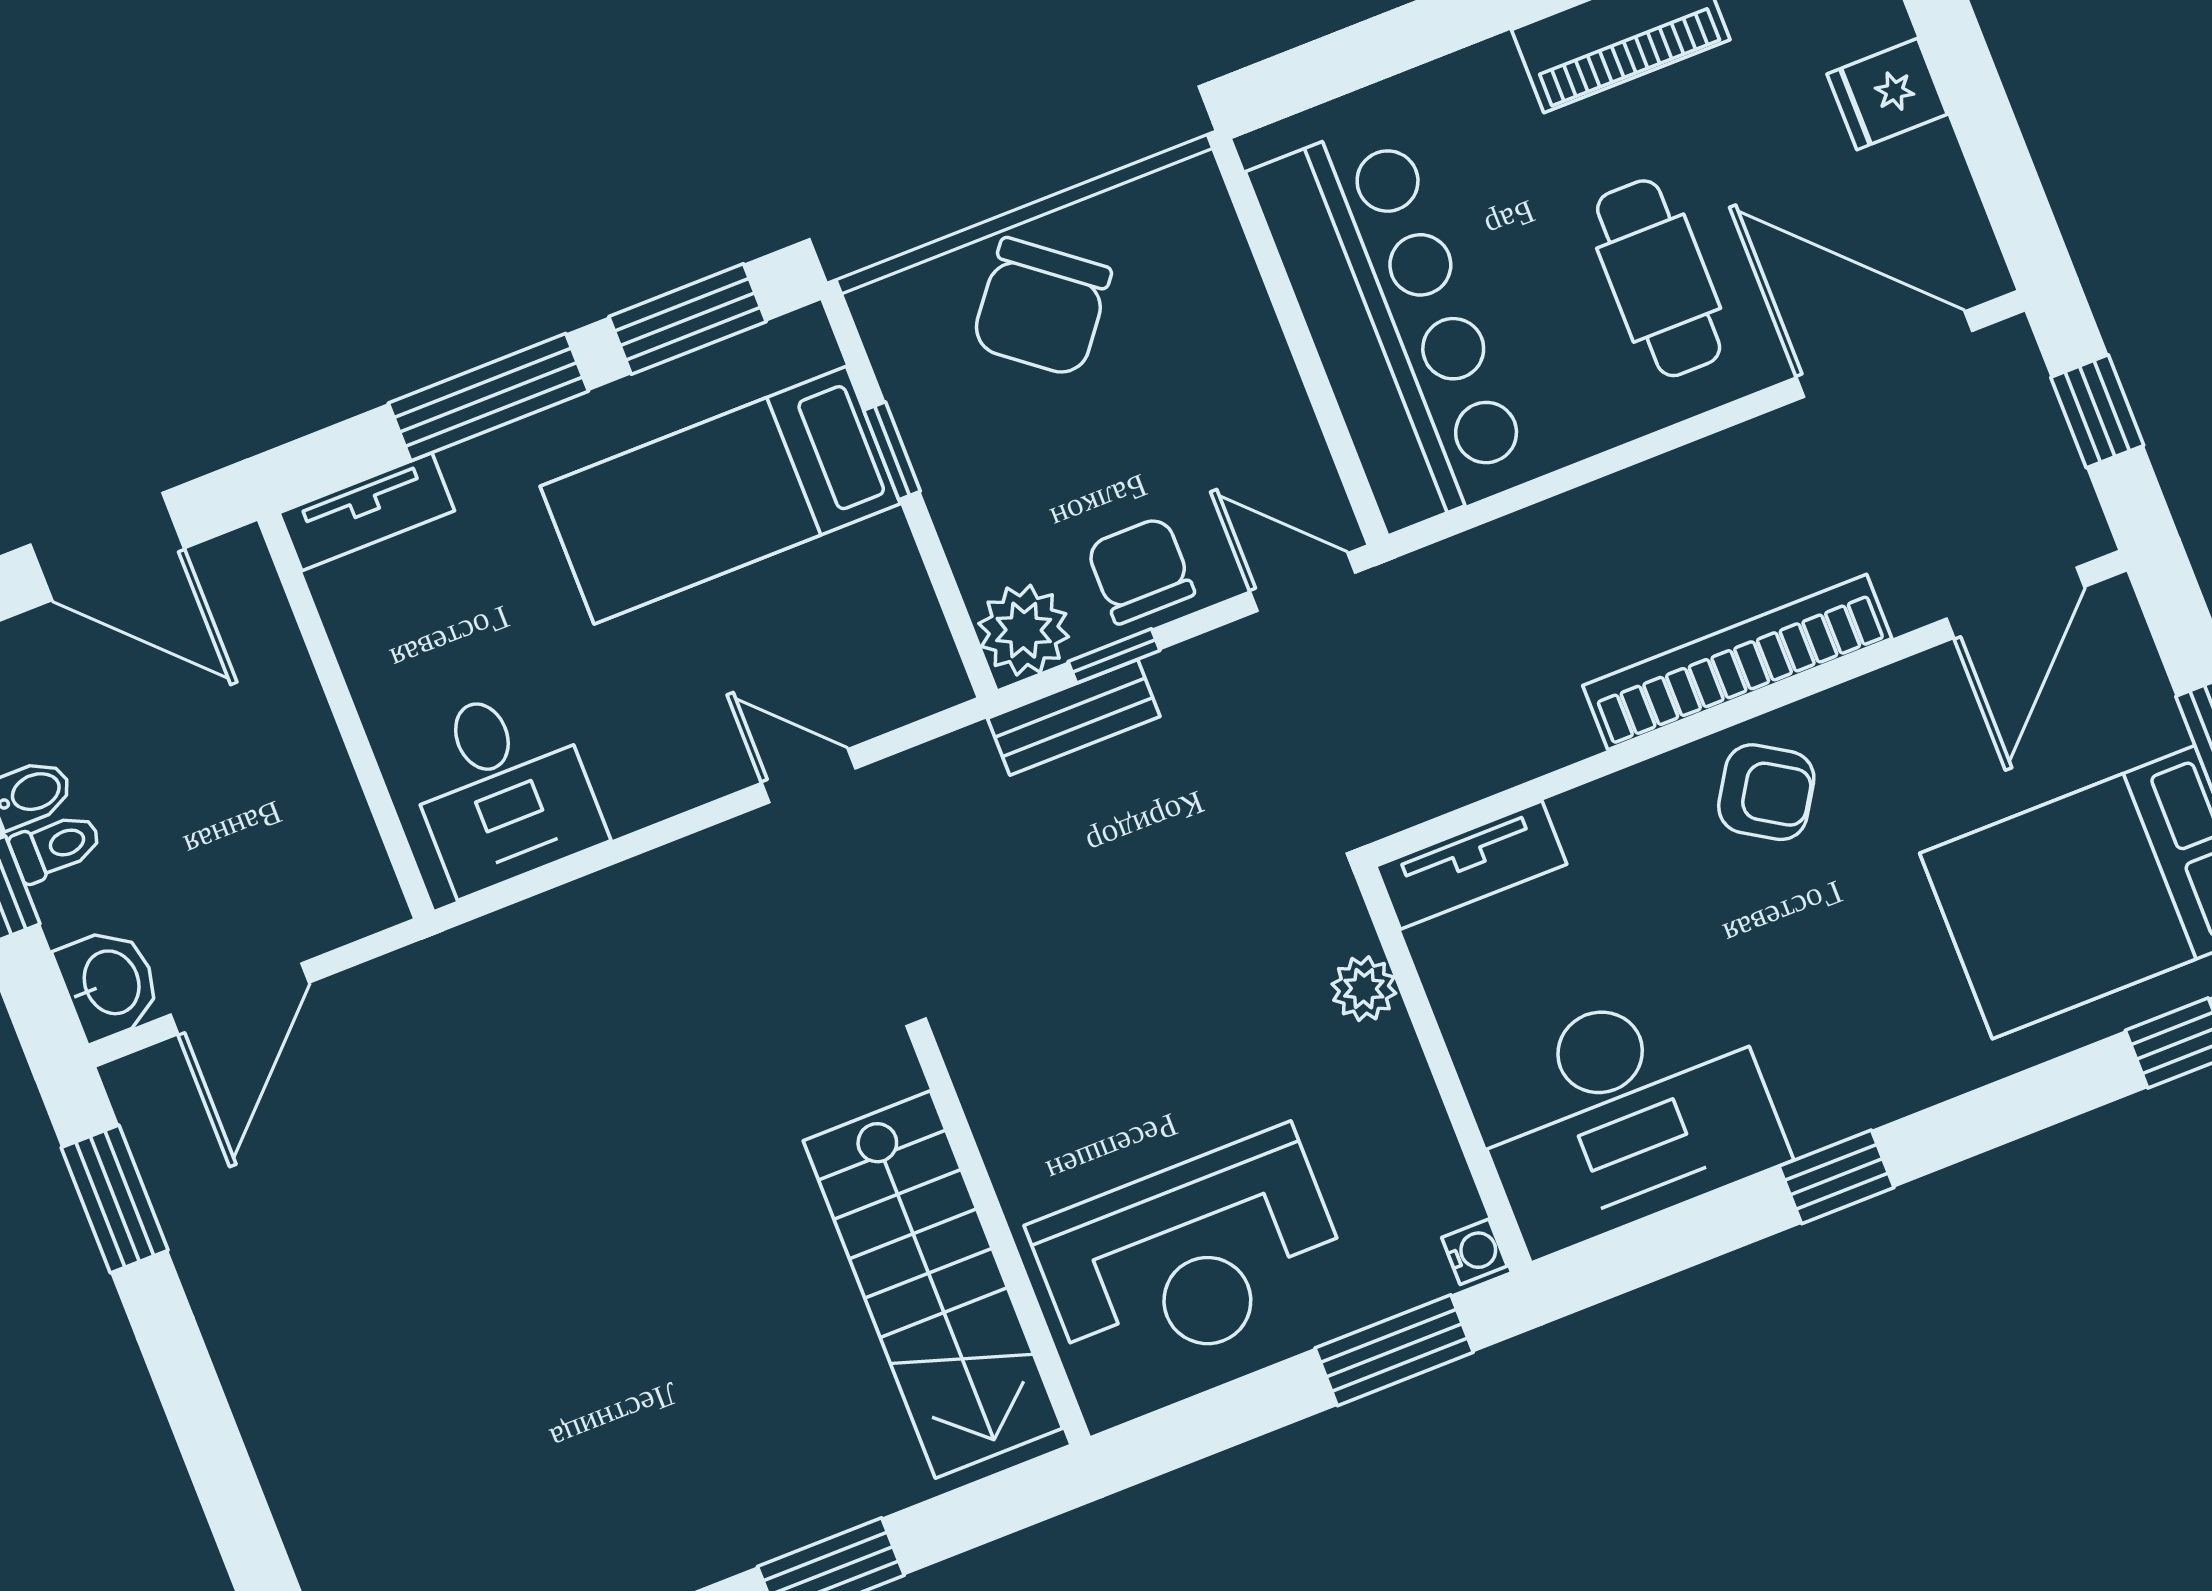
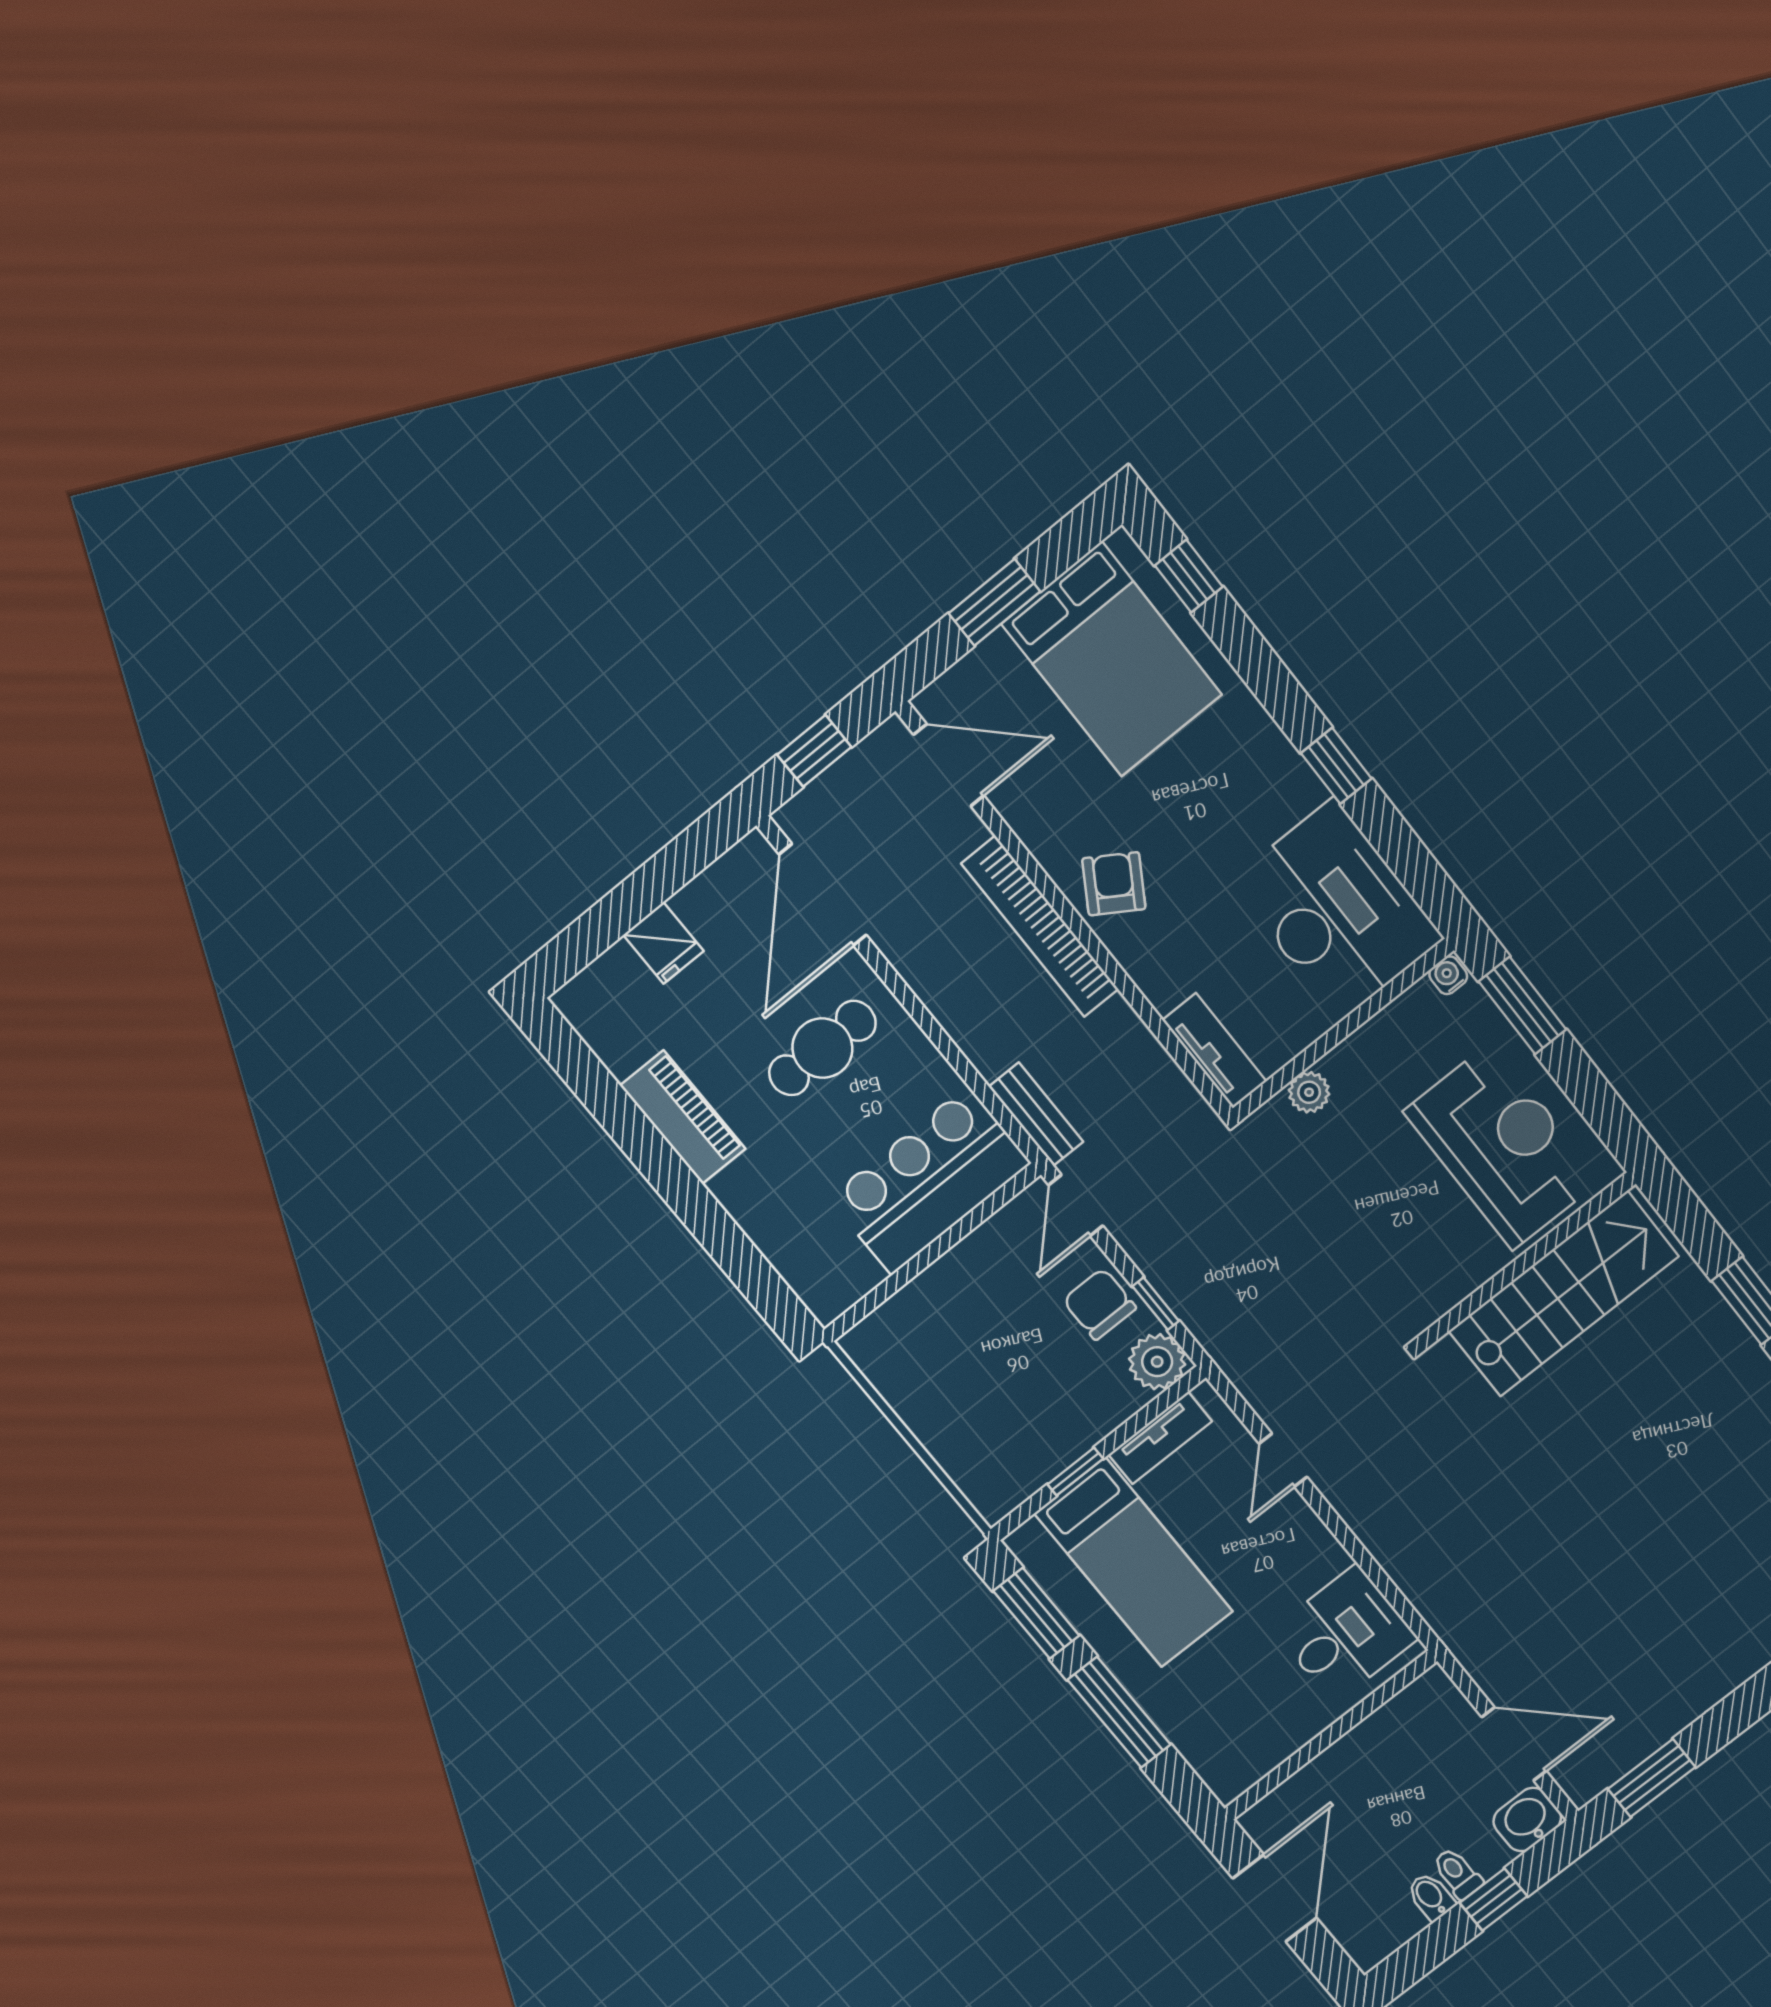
chair: (1041, 307) -> (962, 1411), removed
bar counter: (1391, 325) -> (929, 1180), width x0.73
tv unit: (367, 512) -> (1160, 1438), moved, turned 90
chair: (1140, 570) -> (1099, 1304), turned 90
bench: (1074, 717) -> (1036, 1114), moved

